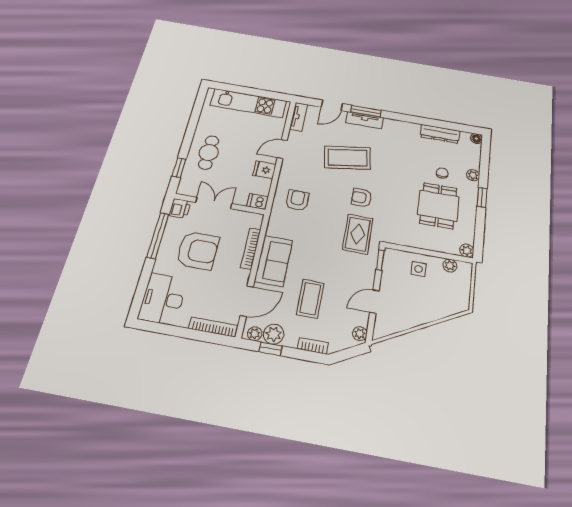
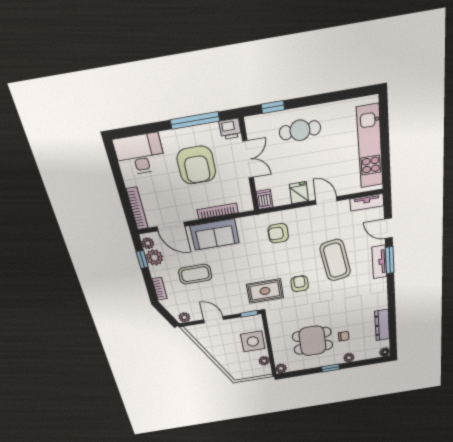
armchair: (297, 200) -> (278, 233), turned 180
side table: (418, 269) -> (253, 341), width x1.87, depth x1.87

